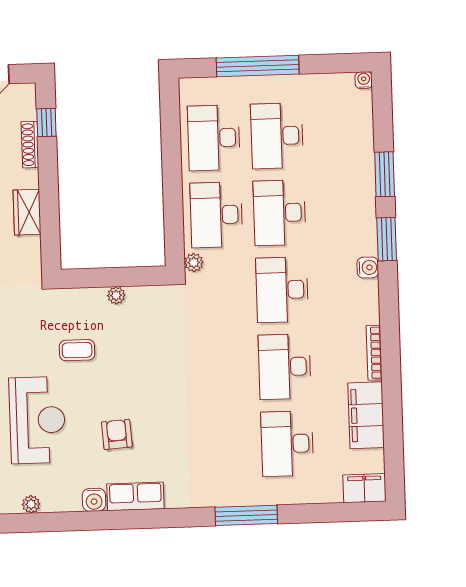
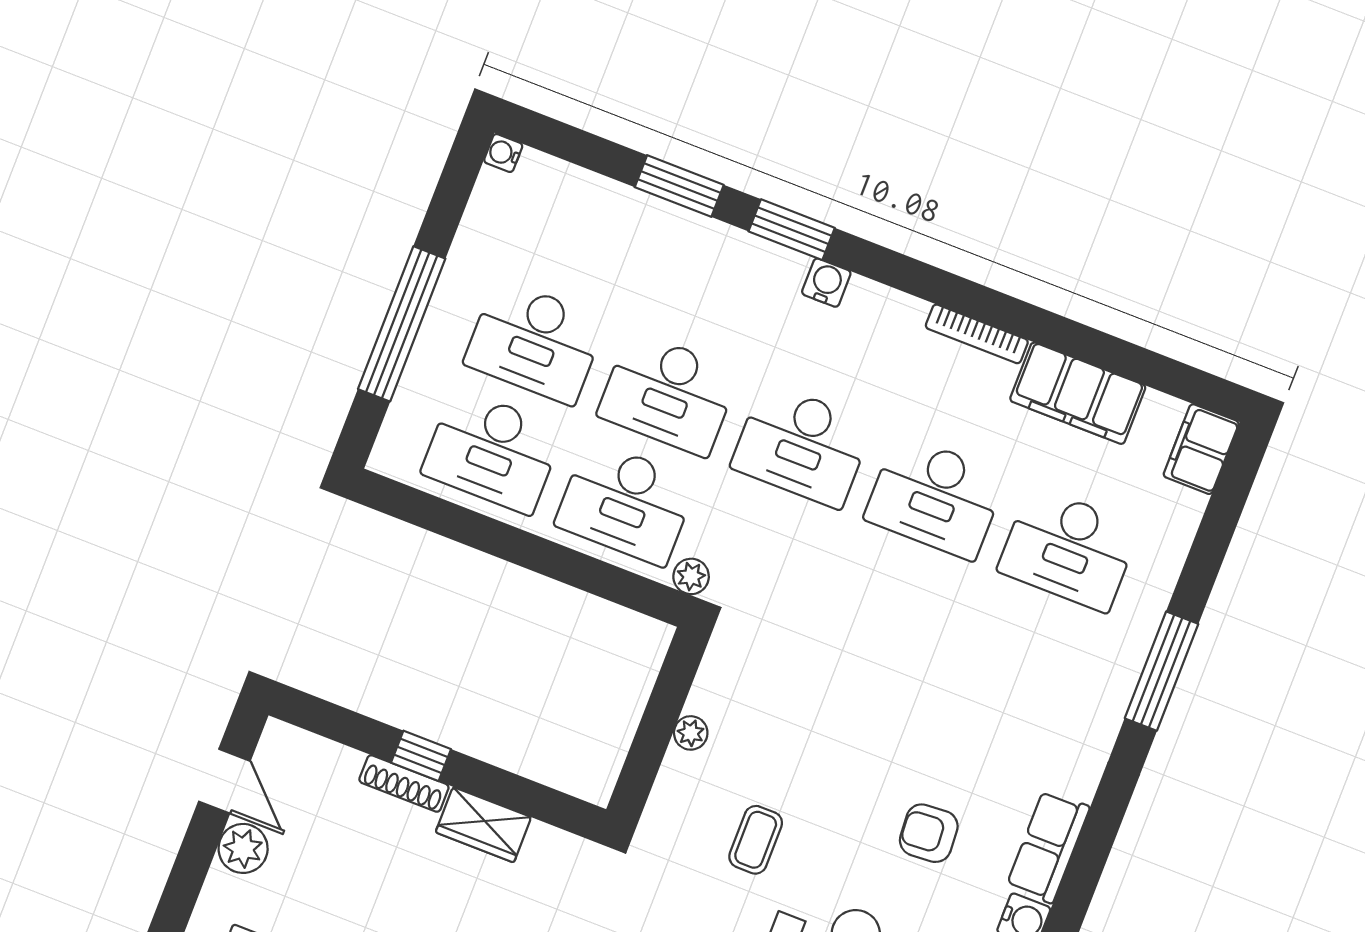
window: (46, 122) -> (421, 756), moved
shoe rack: (30, 145) -> (404, 784), moved

